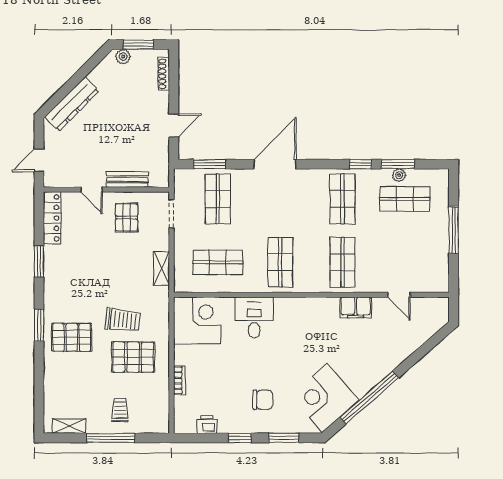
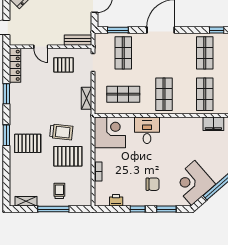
bench: (127, 179) -> (78, 40), moved
pallet: (126, 217) -> (64, 65), turned 90

